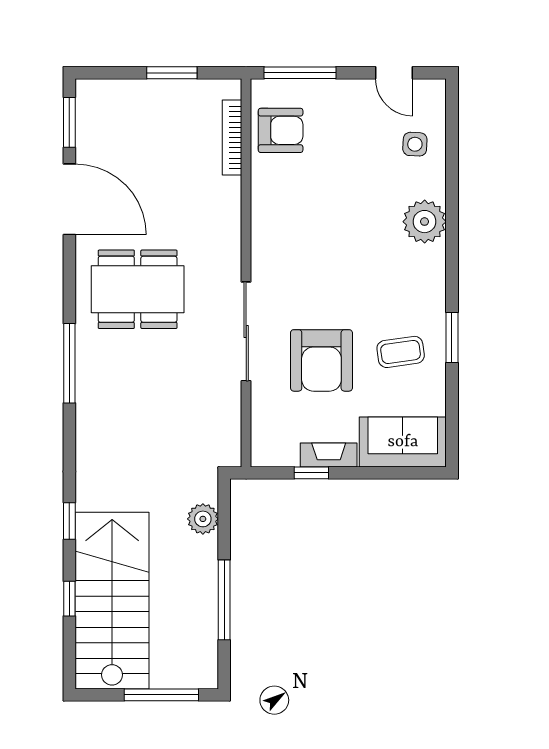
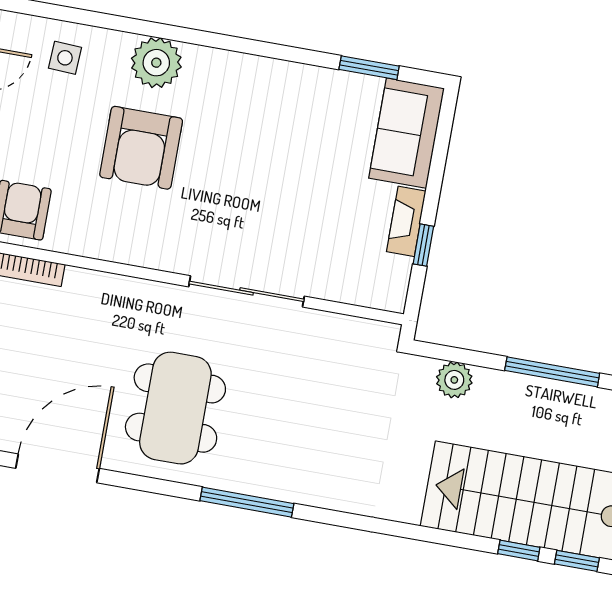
window: (452, 338) -> (369, 68), moved
coffee table: (401, 352) -> (302, 117), removed
armchair: (321, 360) -> (141, 148), moved, turned 90
window: (69, 521) -> (577, 561), moved

